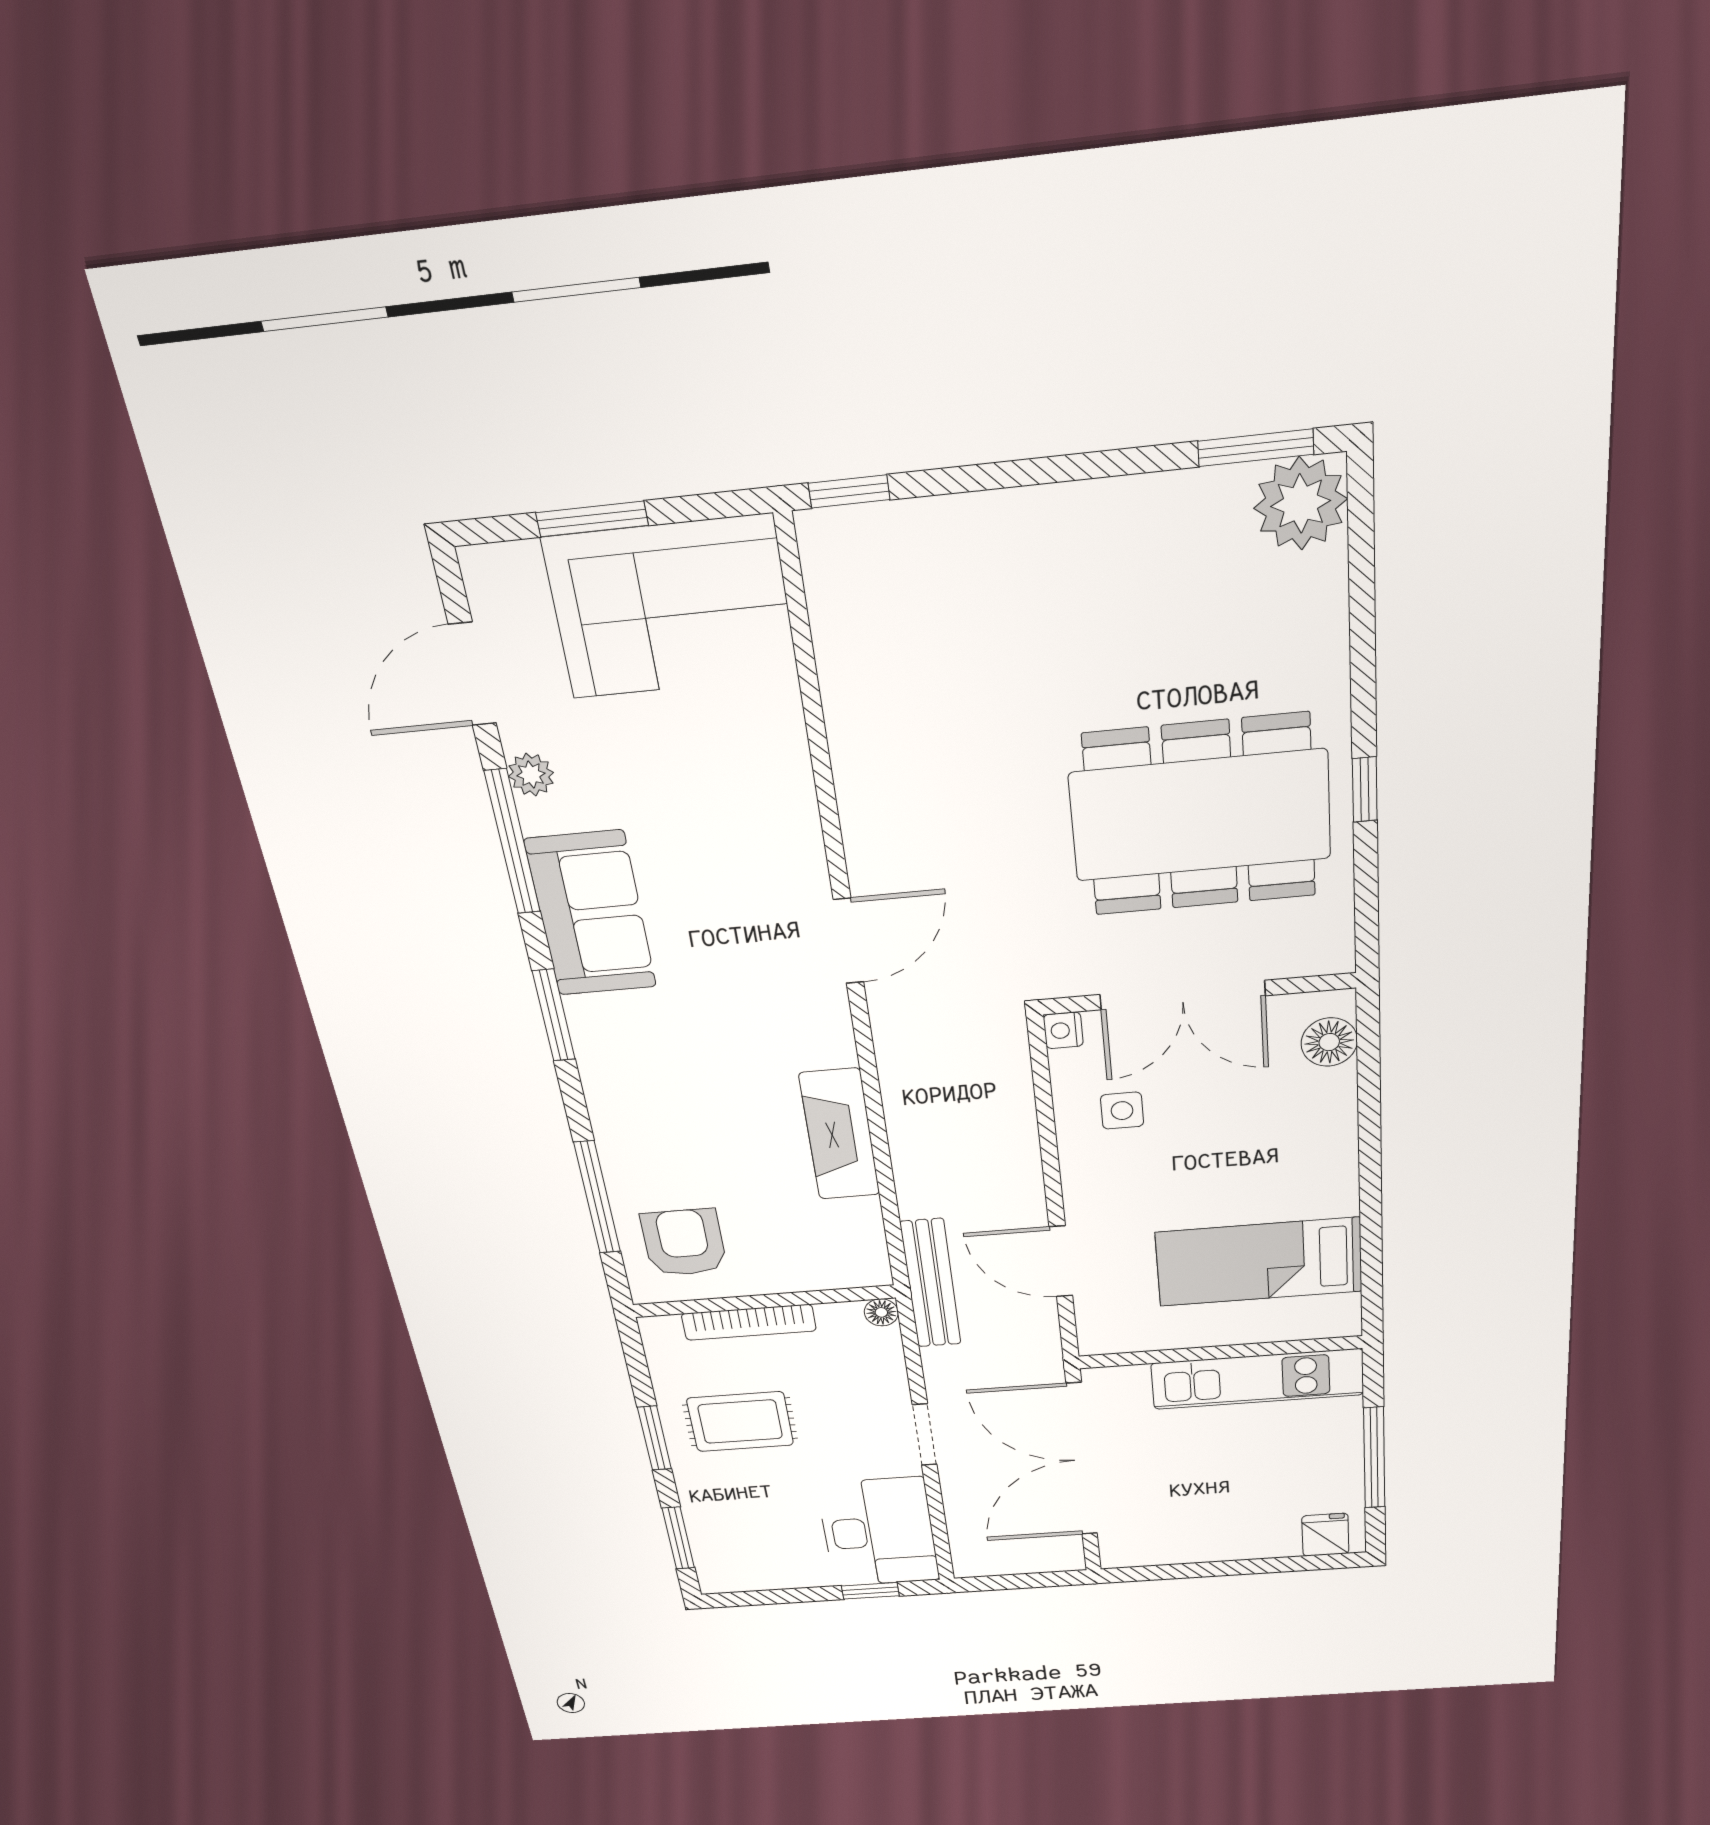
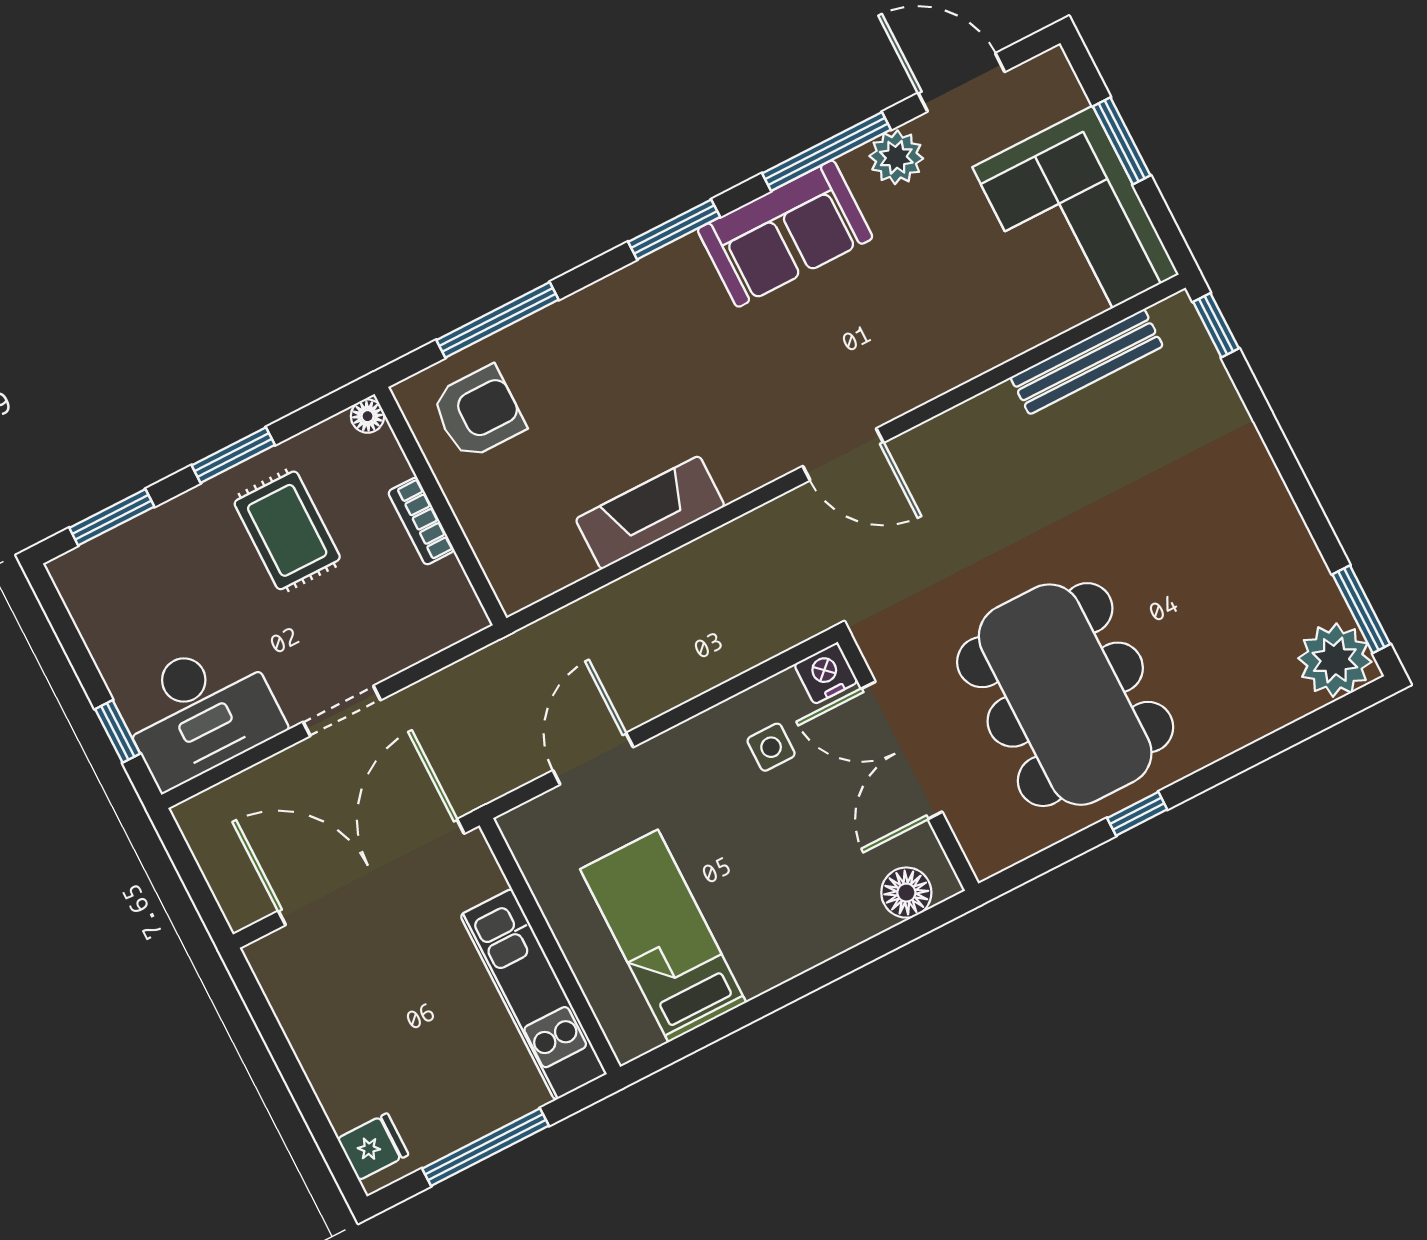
plant: (531, 775) -> (896, 157), width x1.38, depth x1.38
nightstand: (1063, 1030) -> (826, 673), width x1.39, depth x1.35
bench: (931, 1283) -> (1087, 362), moved
floor lamp: (881, 1312) -> (368, 416), moved
bookcase: (749, 1322) -> (421, 521), width x0.64

